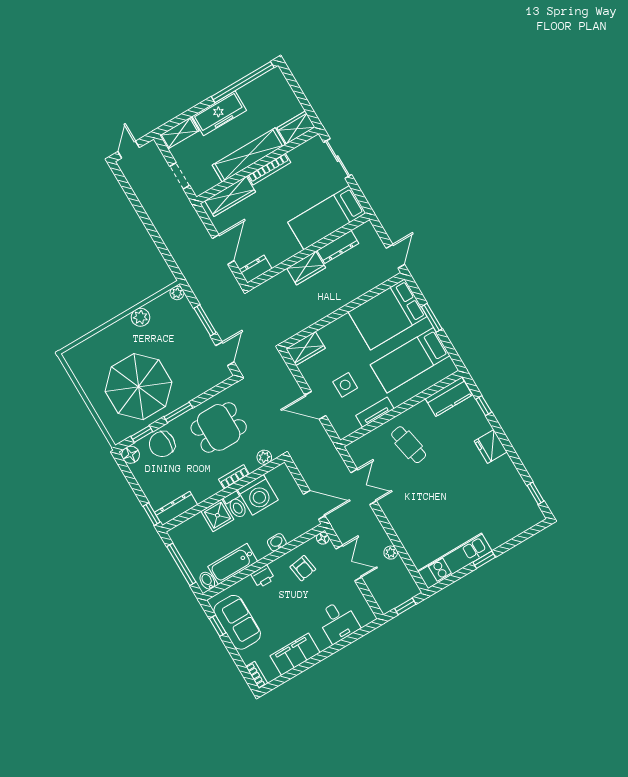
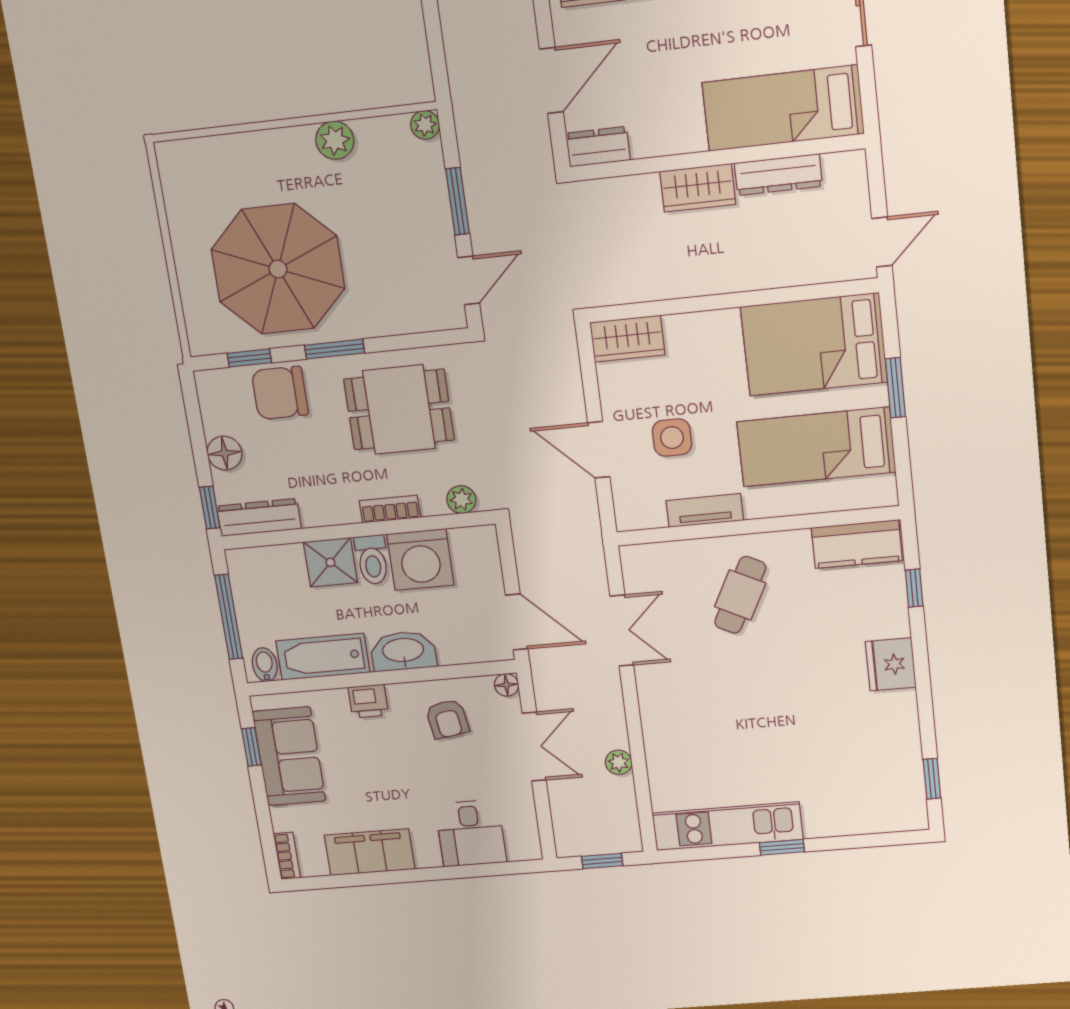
cafe table: (409, 445) -> (740, 595), turned 38
floor lamp: (131, 455) -> (225, 453), moved
washbasin: (277, 542) -> (403, 651), width x1.91, depth x1.45

